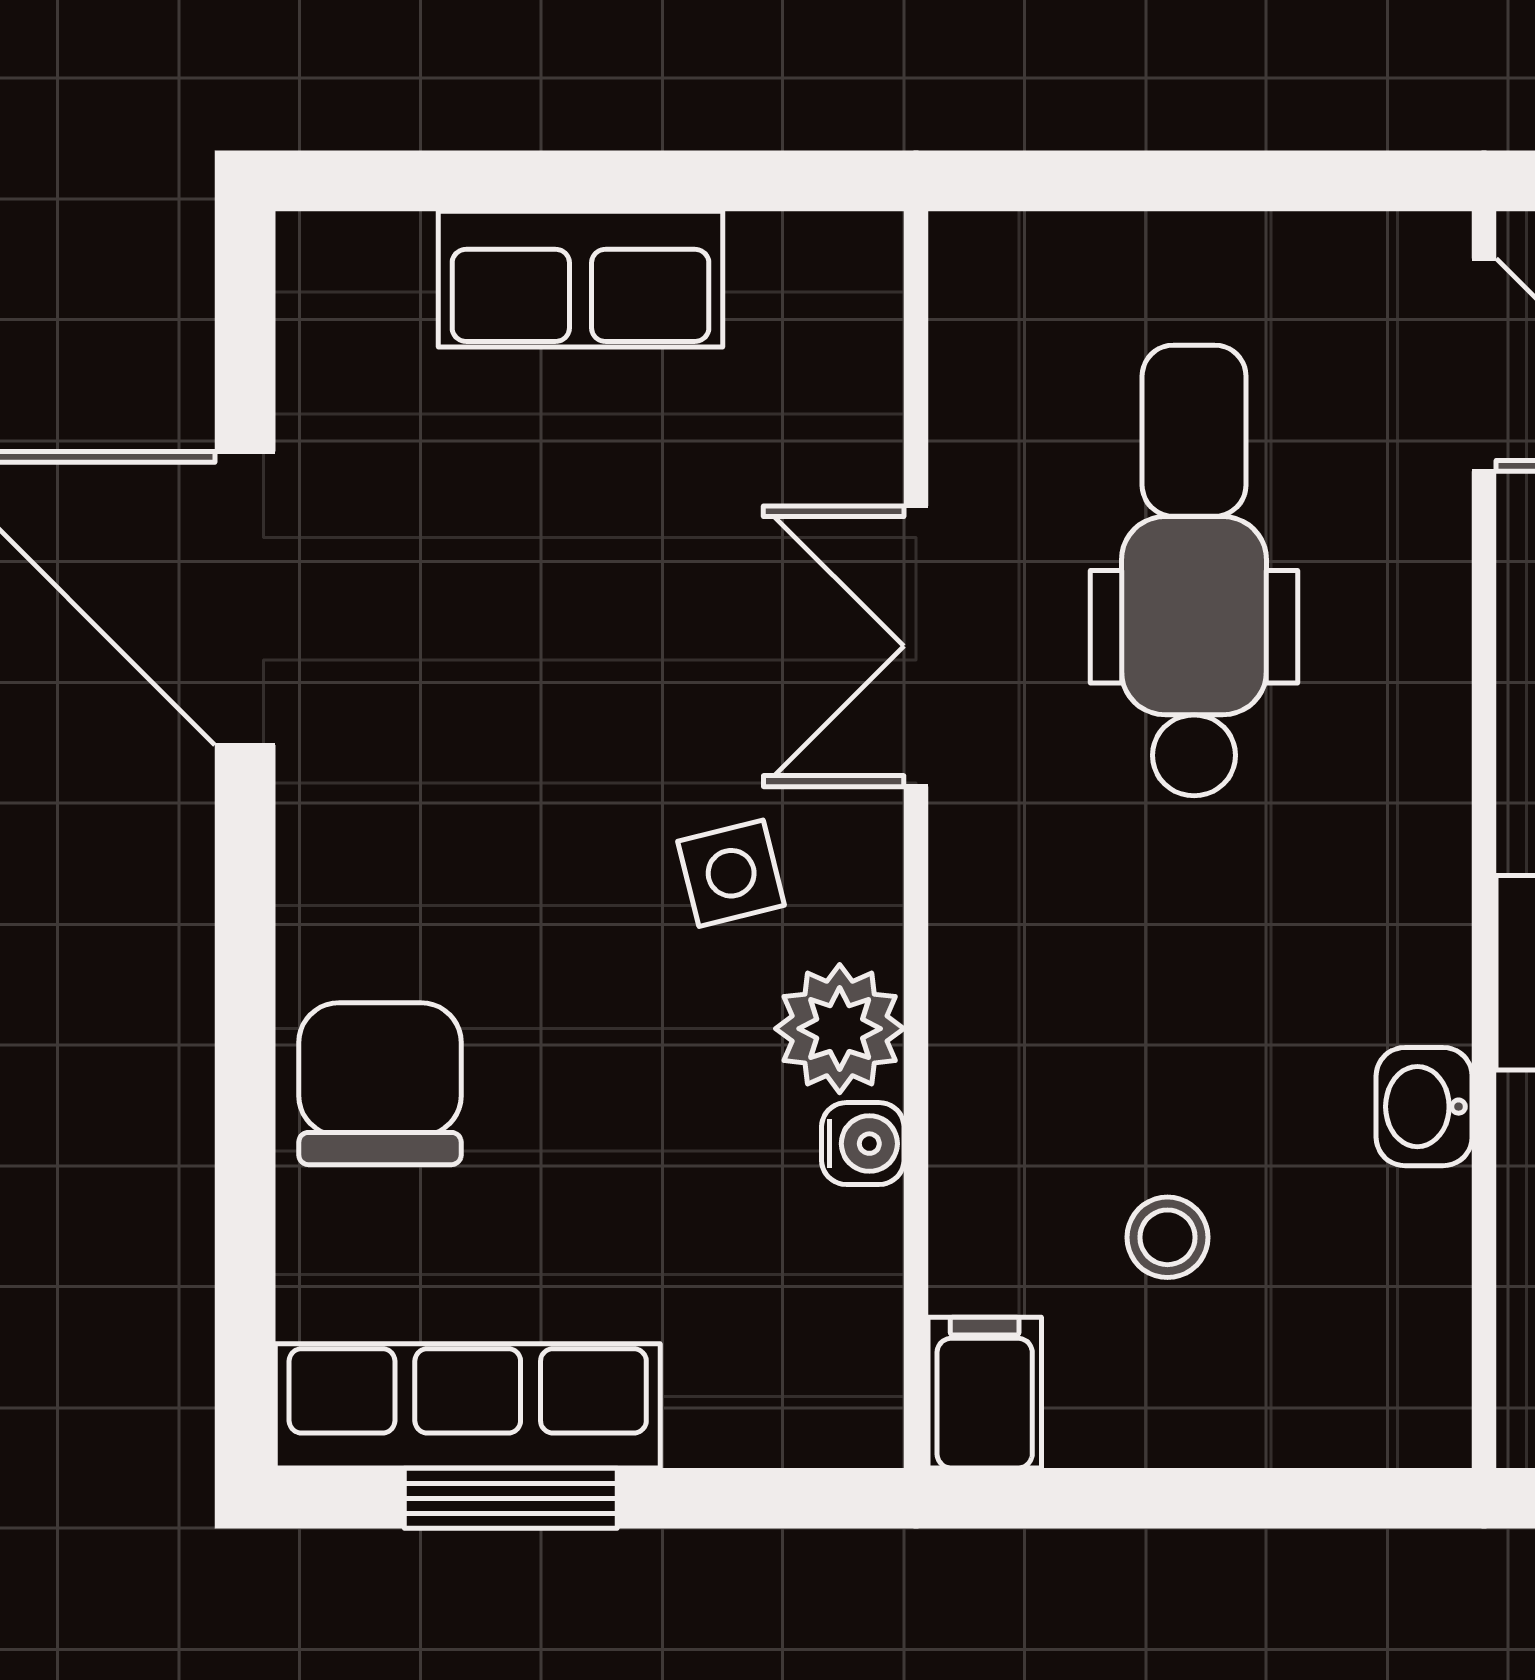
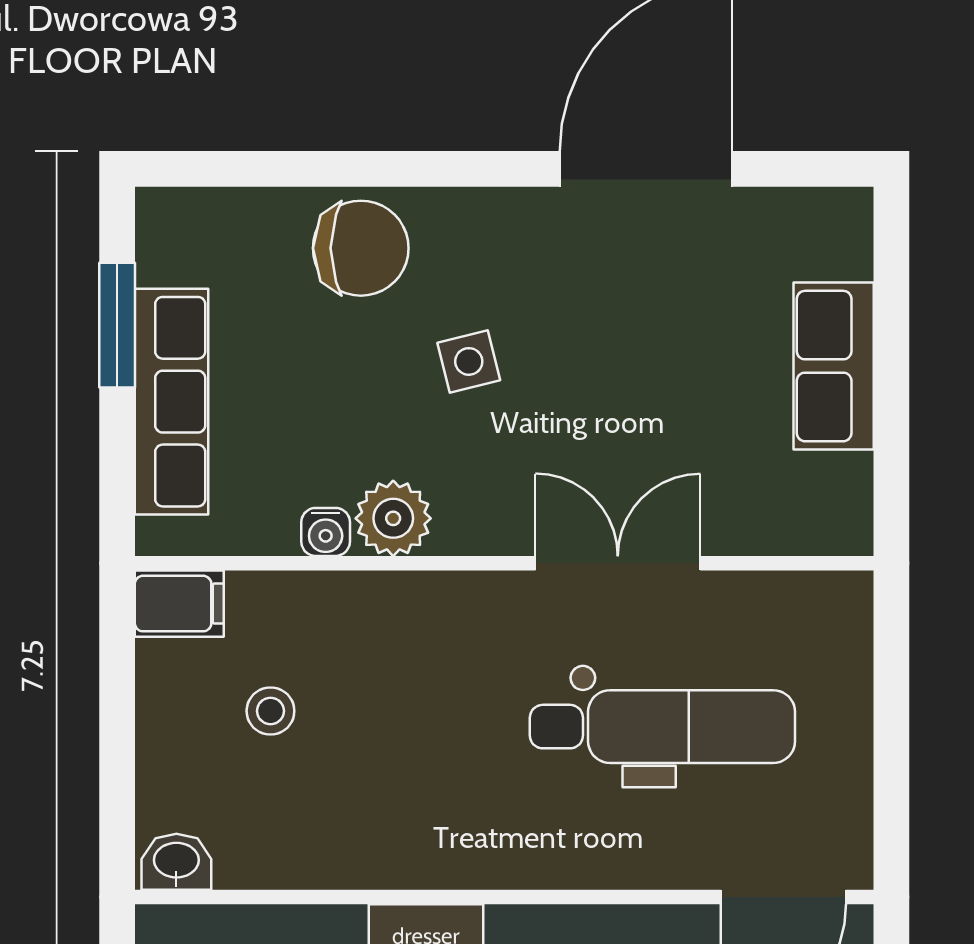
side table: (731, 873) -> (469, 361), moved
washbasin: (1424, 1107) -> (176, 862), moved
row of seats: (468, 1406) -> (171, 402), moved

